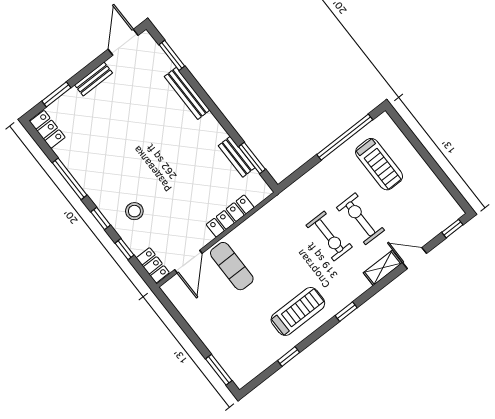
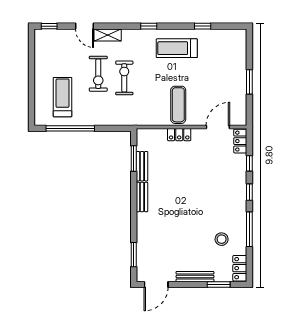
bench: (94, 79) -> (195, 277), width x1.36
bench: (187, 93) -> (142, 197), moved, width x0.73
stool: (134, 211) -> (222, 239), moved
locker: (230, 216) -> (179, 135), width x0.66
exercise mat: (232, 266) -> (178, 105), moved
window: (219, 370) -> (249, 82), moved

